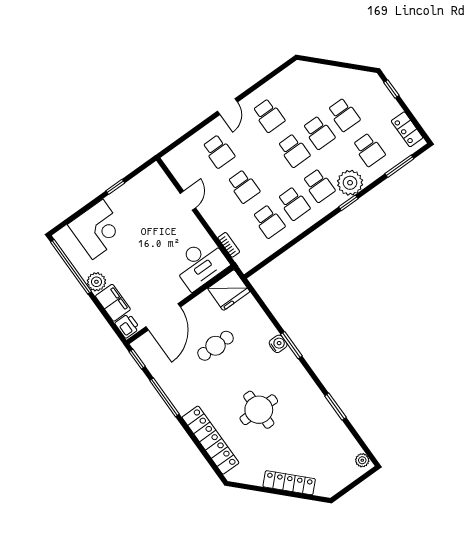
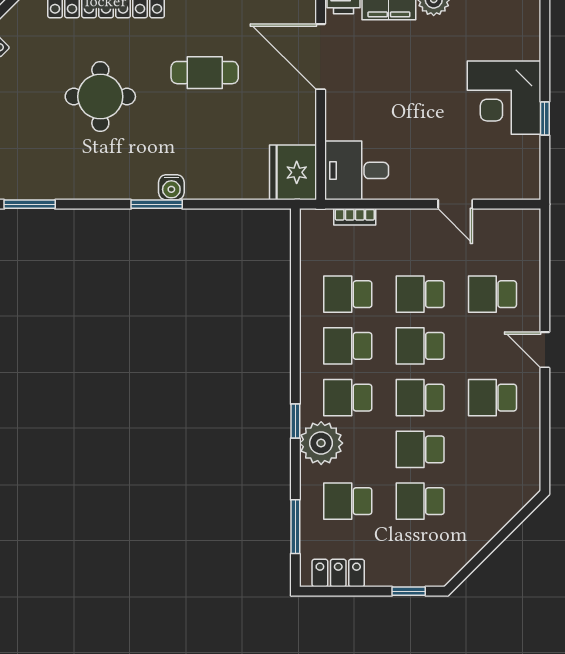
school desk: (269, 168) -> (420, 346), added
corner desk: (98, 229) -> (504, 98), moved
desk: (200, 264) -> (357, 170), width x0.73
cafe table: (216, 346) -> (205, 73), moved, turned 90

